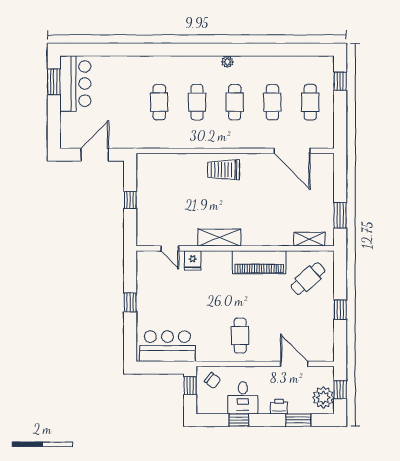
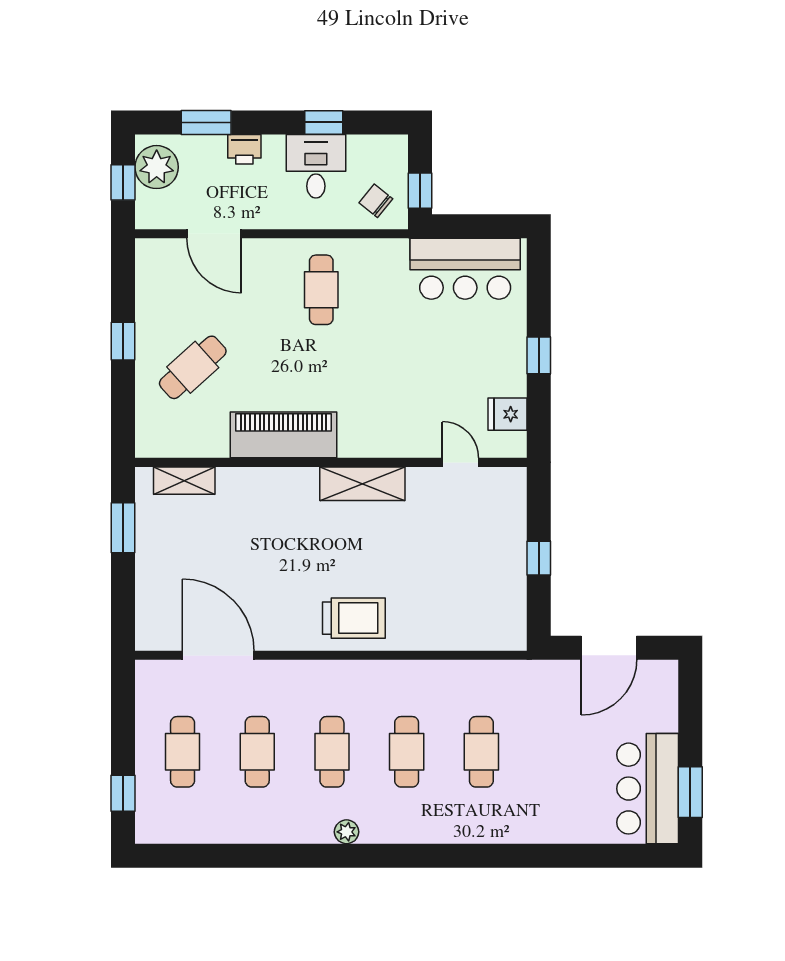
fridge: (193, 260) -> (508, 414), moved, turned -90
cafe table: (308, 279) -> (193, 367), moved

